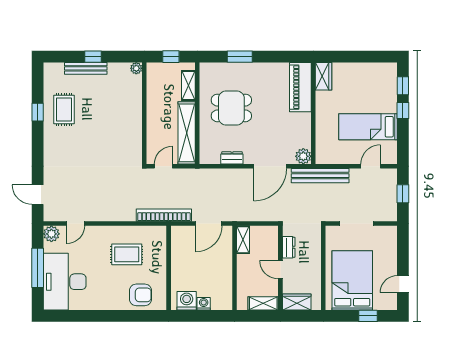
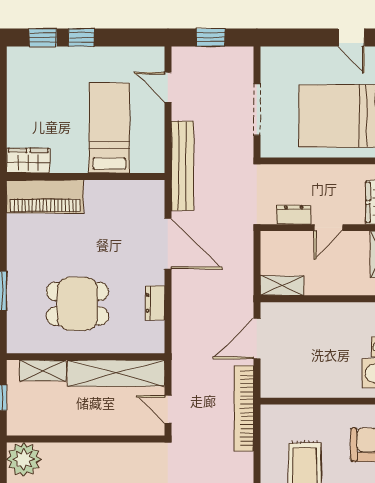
plant: (136, 68) -> (24, 459), width x1.87, depth x1.87
dining table: (231, 108) -> (77, 304), turned 90
bed: (368, 127) -> (109, 128), moved, turned 180
plant: (303, 156) -> (152, 192), removed
door: (209, 224) -> (257, 339), swing flipped

